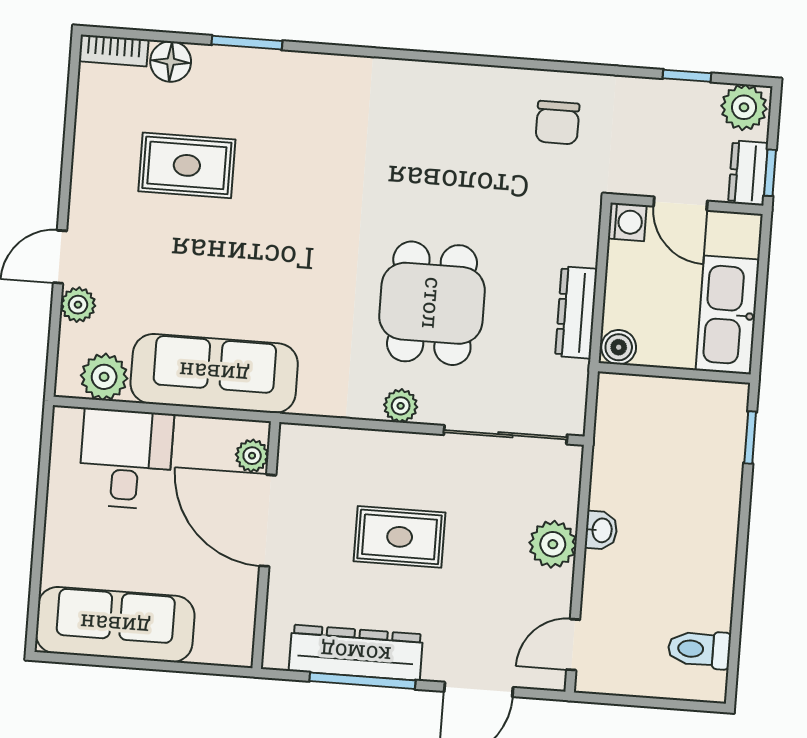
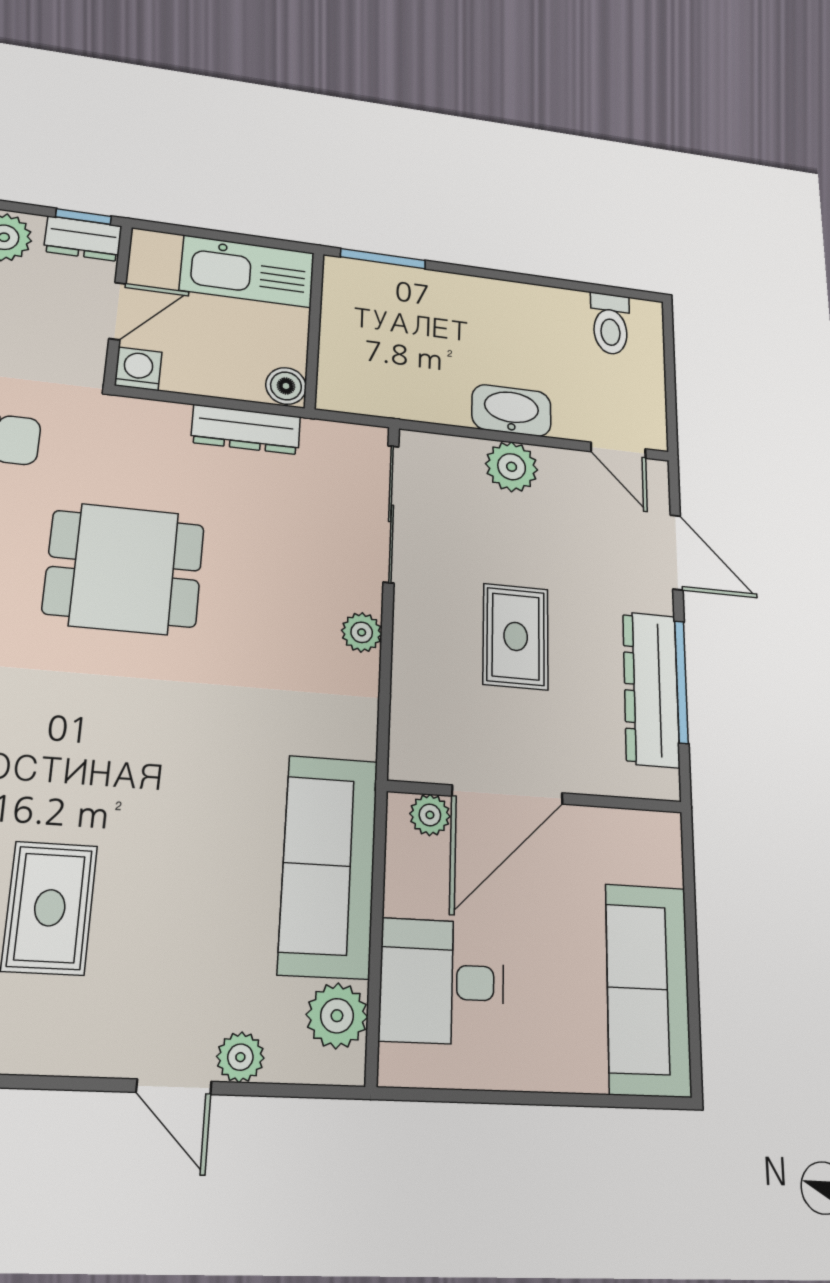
dining table: (432, 303) -> (124, 569), moved
window: (750, 438) -> (383, 259), width x1.50
washbasin: (601, 530) -> (511, 410), width x1.91, depth x1.45

